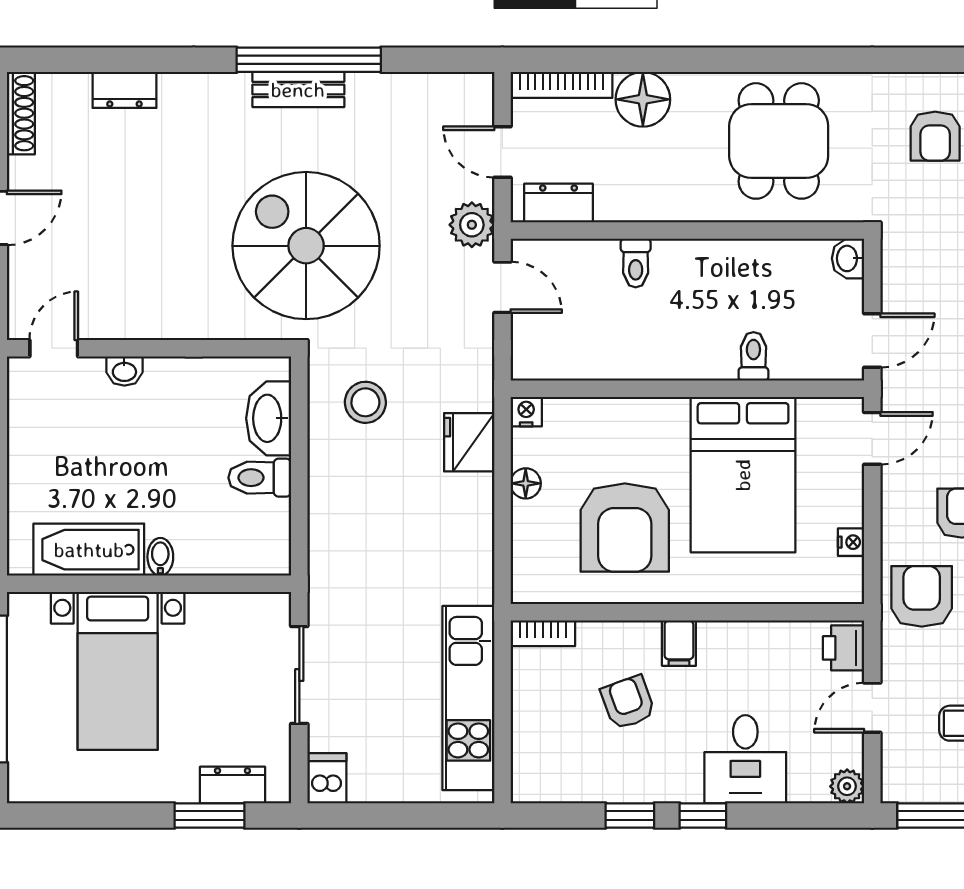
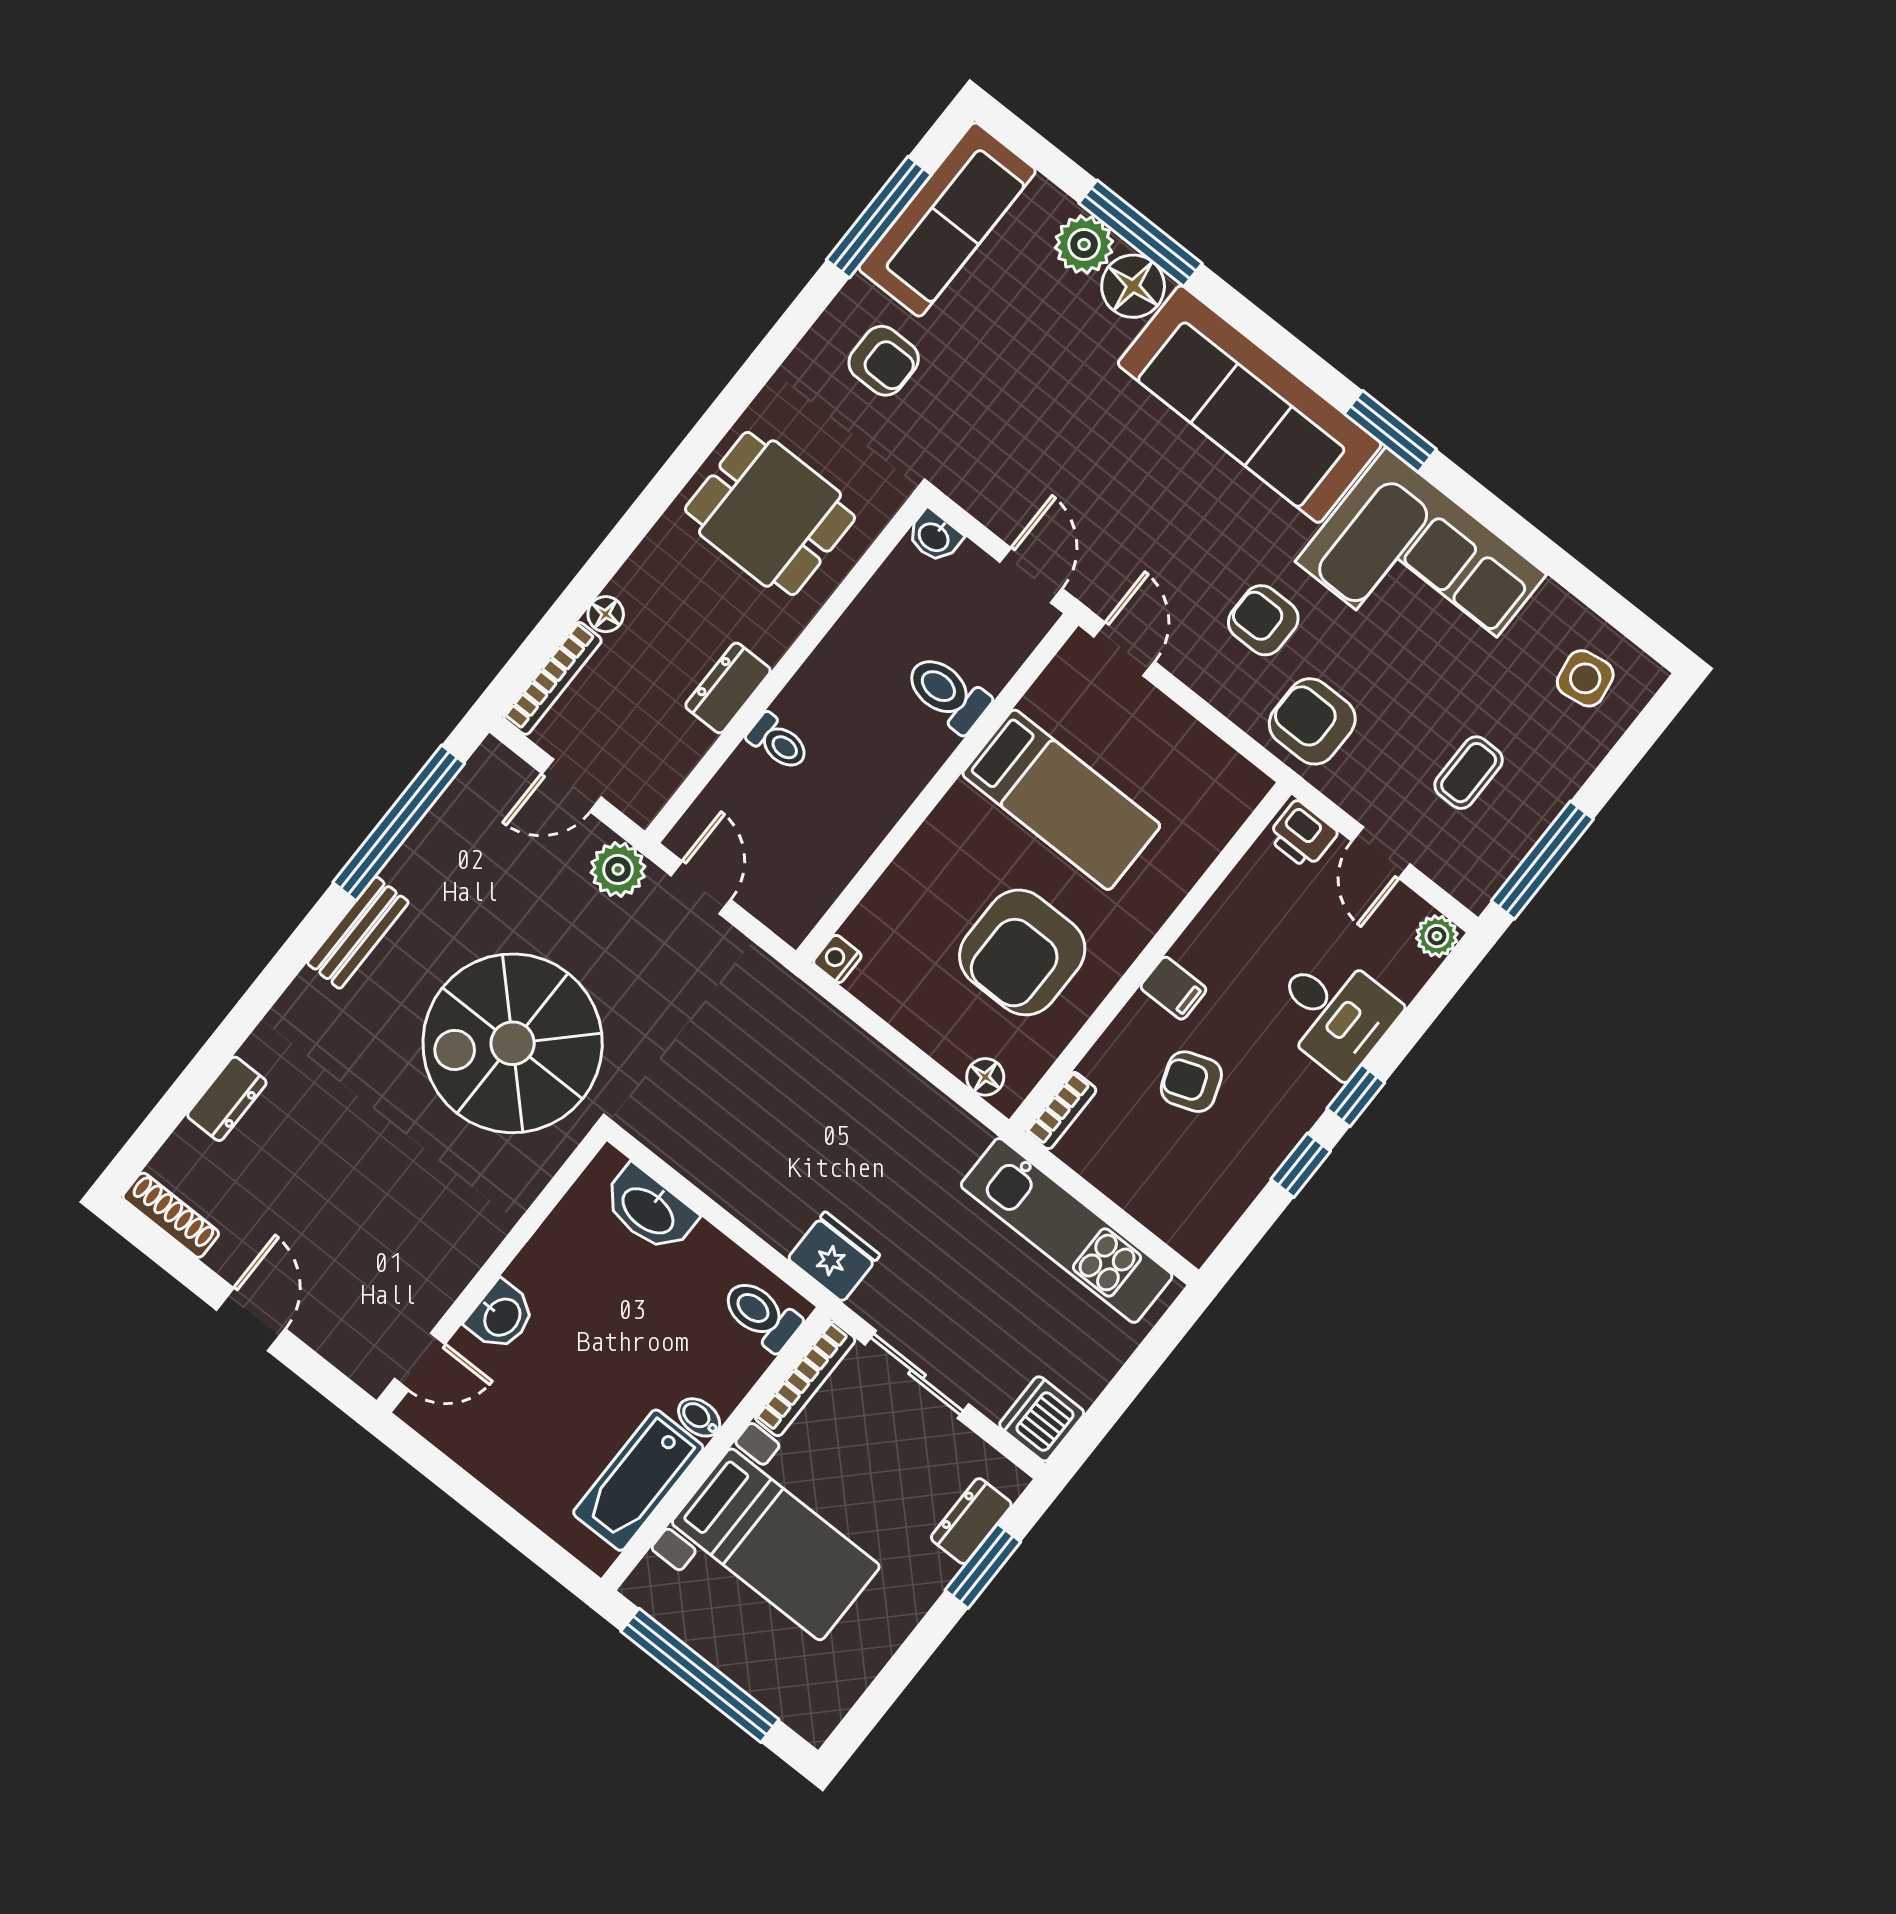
window: (309, 60) -> (399, 823), moved
floor lamp: (643, 99) -> (606, 614), width x0.53, depth x0.53
dresser: (558, 203) -> (728, 688), moved
door: (502, 287) -> (701, 888), hinge flipped
door: (54, 348) -> (420, 1361), swing flipped
toilet: (753, 356) -> (947, 693), width x1.37, depth x1.39
washbasin: (124, 371) -> (501, 1316), width x1.38, depth x1.45
stool: (365, 402) -> (707, 1105), removed
fridge: (469, 442) -> (834, 1257), moved, turned 180
bed: (743, 475) -> (1061, 800), width x0.67
toilet: (260, 478) -> (761, 1315), moved, turned 90
floor lamp: (526, 483) -> (985, 1077), moved
armchair: (625, 527) -> (1022, 952), turned 90
nightstand: (851, 542) -> (1207, 748), removed
bookcase: (239, 605) -> (805, 1379), added
dishwasher: (327, 778) -> (1042, 1419), width x1.38

